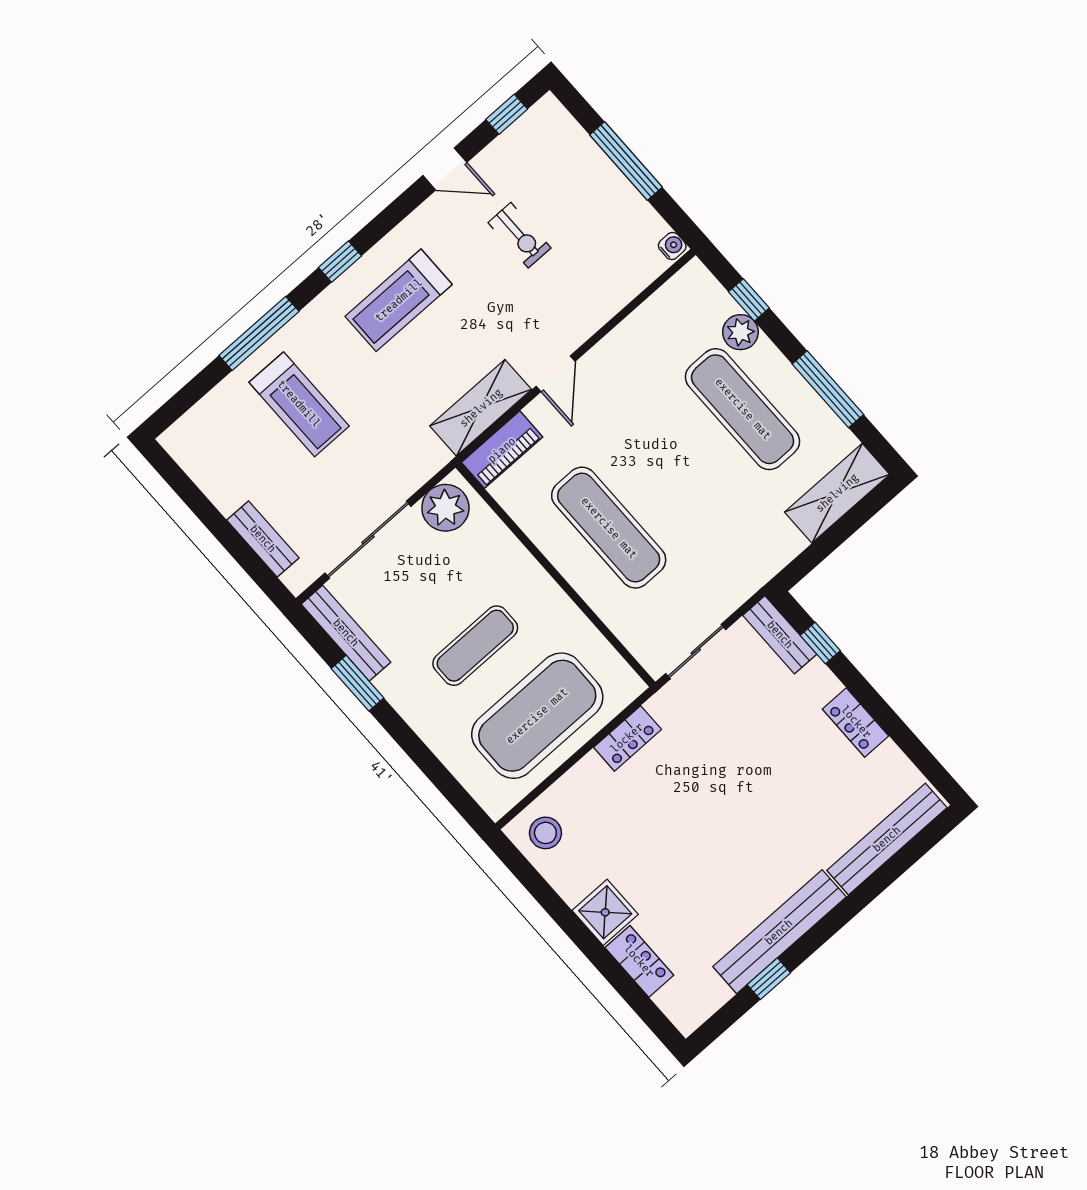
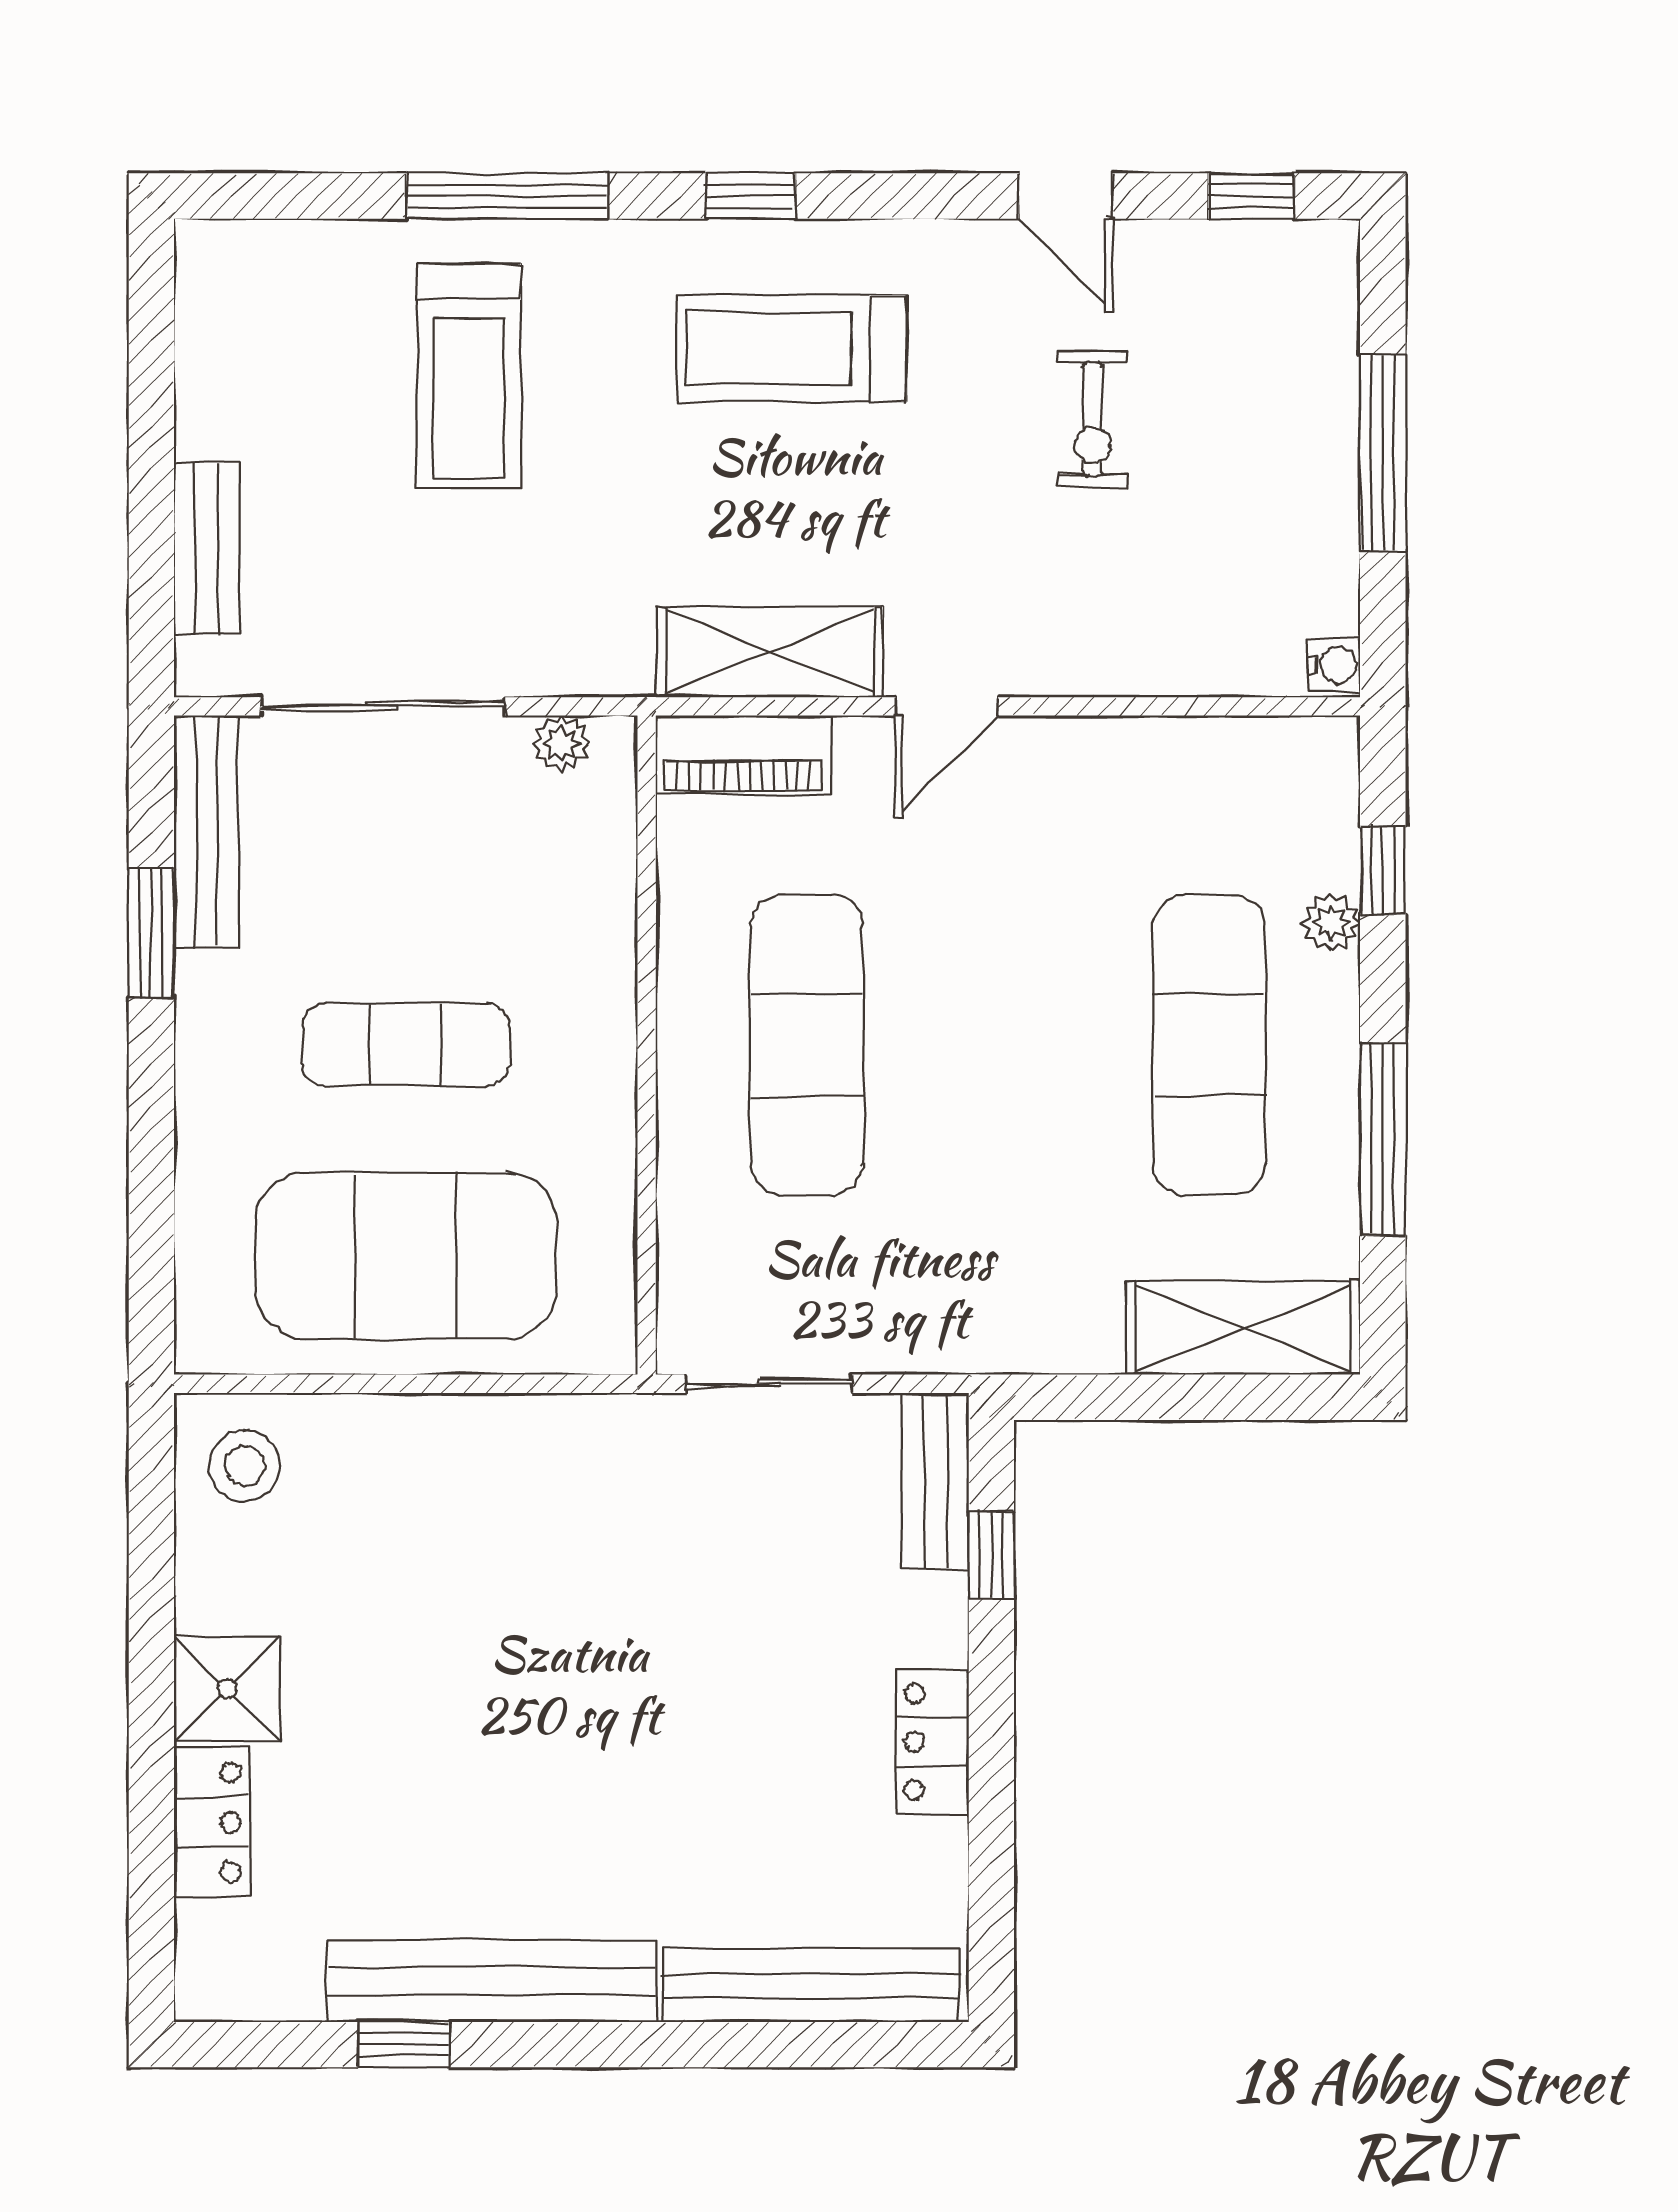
plant: (740, 332) -> (1331, 923), width x0.73, depth x0.73
plant: (445, 508) -> (561, 744), width x0.53, depth x0.53
locker: (627, 738) -> (524, 1429), removed

